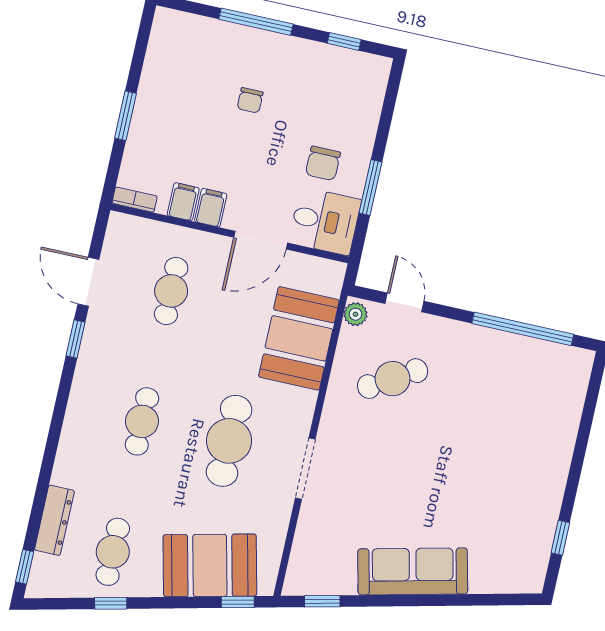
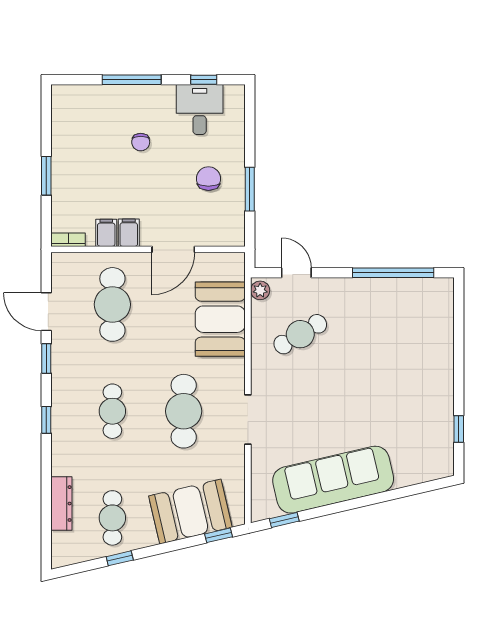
chair: (323, 163) -> (208, 179), turned 180
desk: (325, 221) -> (200, 109), moved, turned -90
cafe table: (171, 291) -> (112, 304), width x1.37, depth x1.35
window: (25, 567) -> (46, 420), moved
sofa: (413, 571) -> (333, 480), width x1.36, depth x1.27

